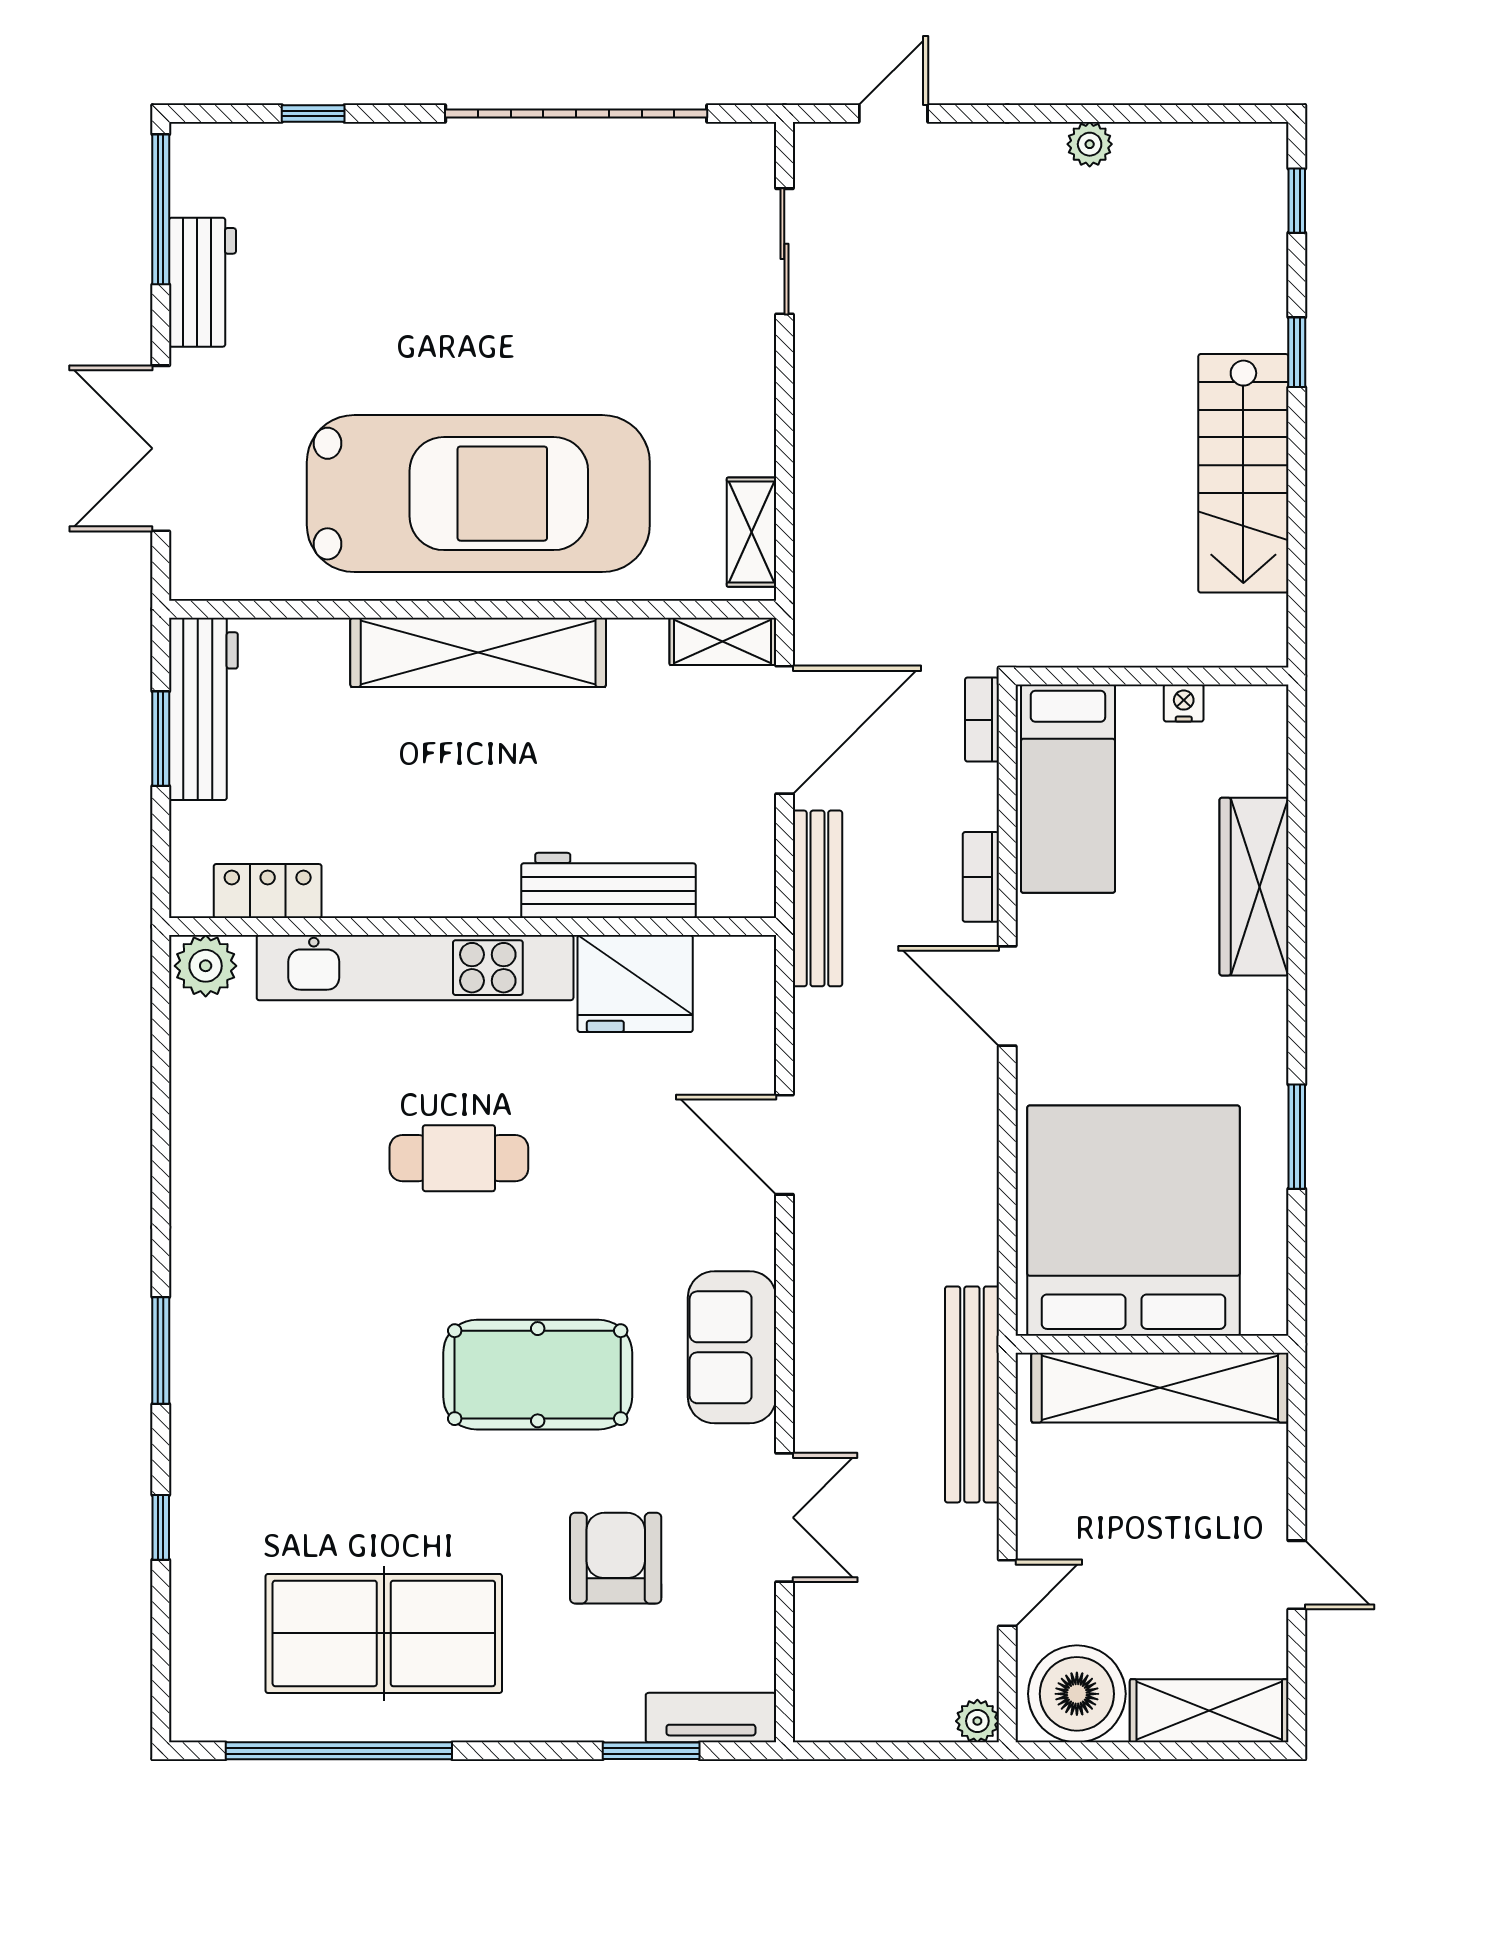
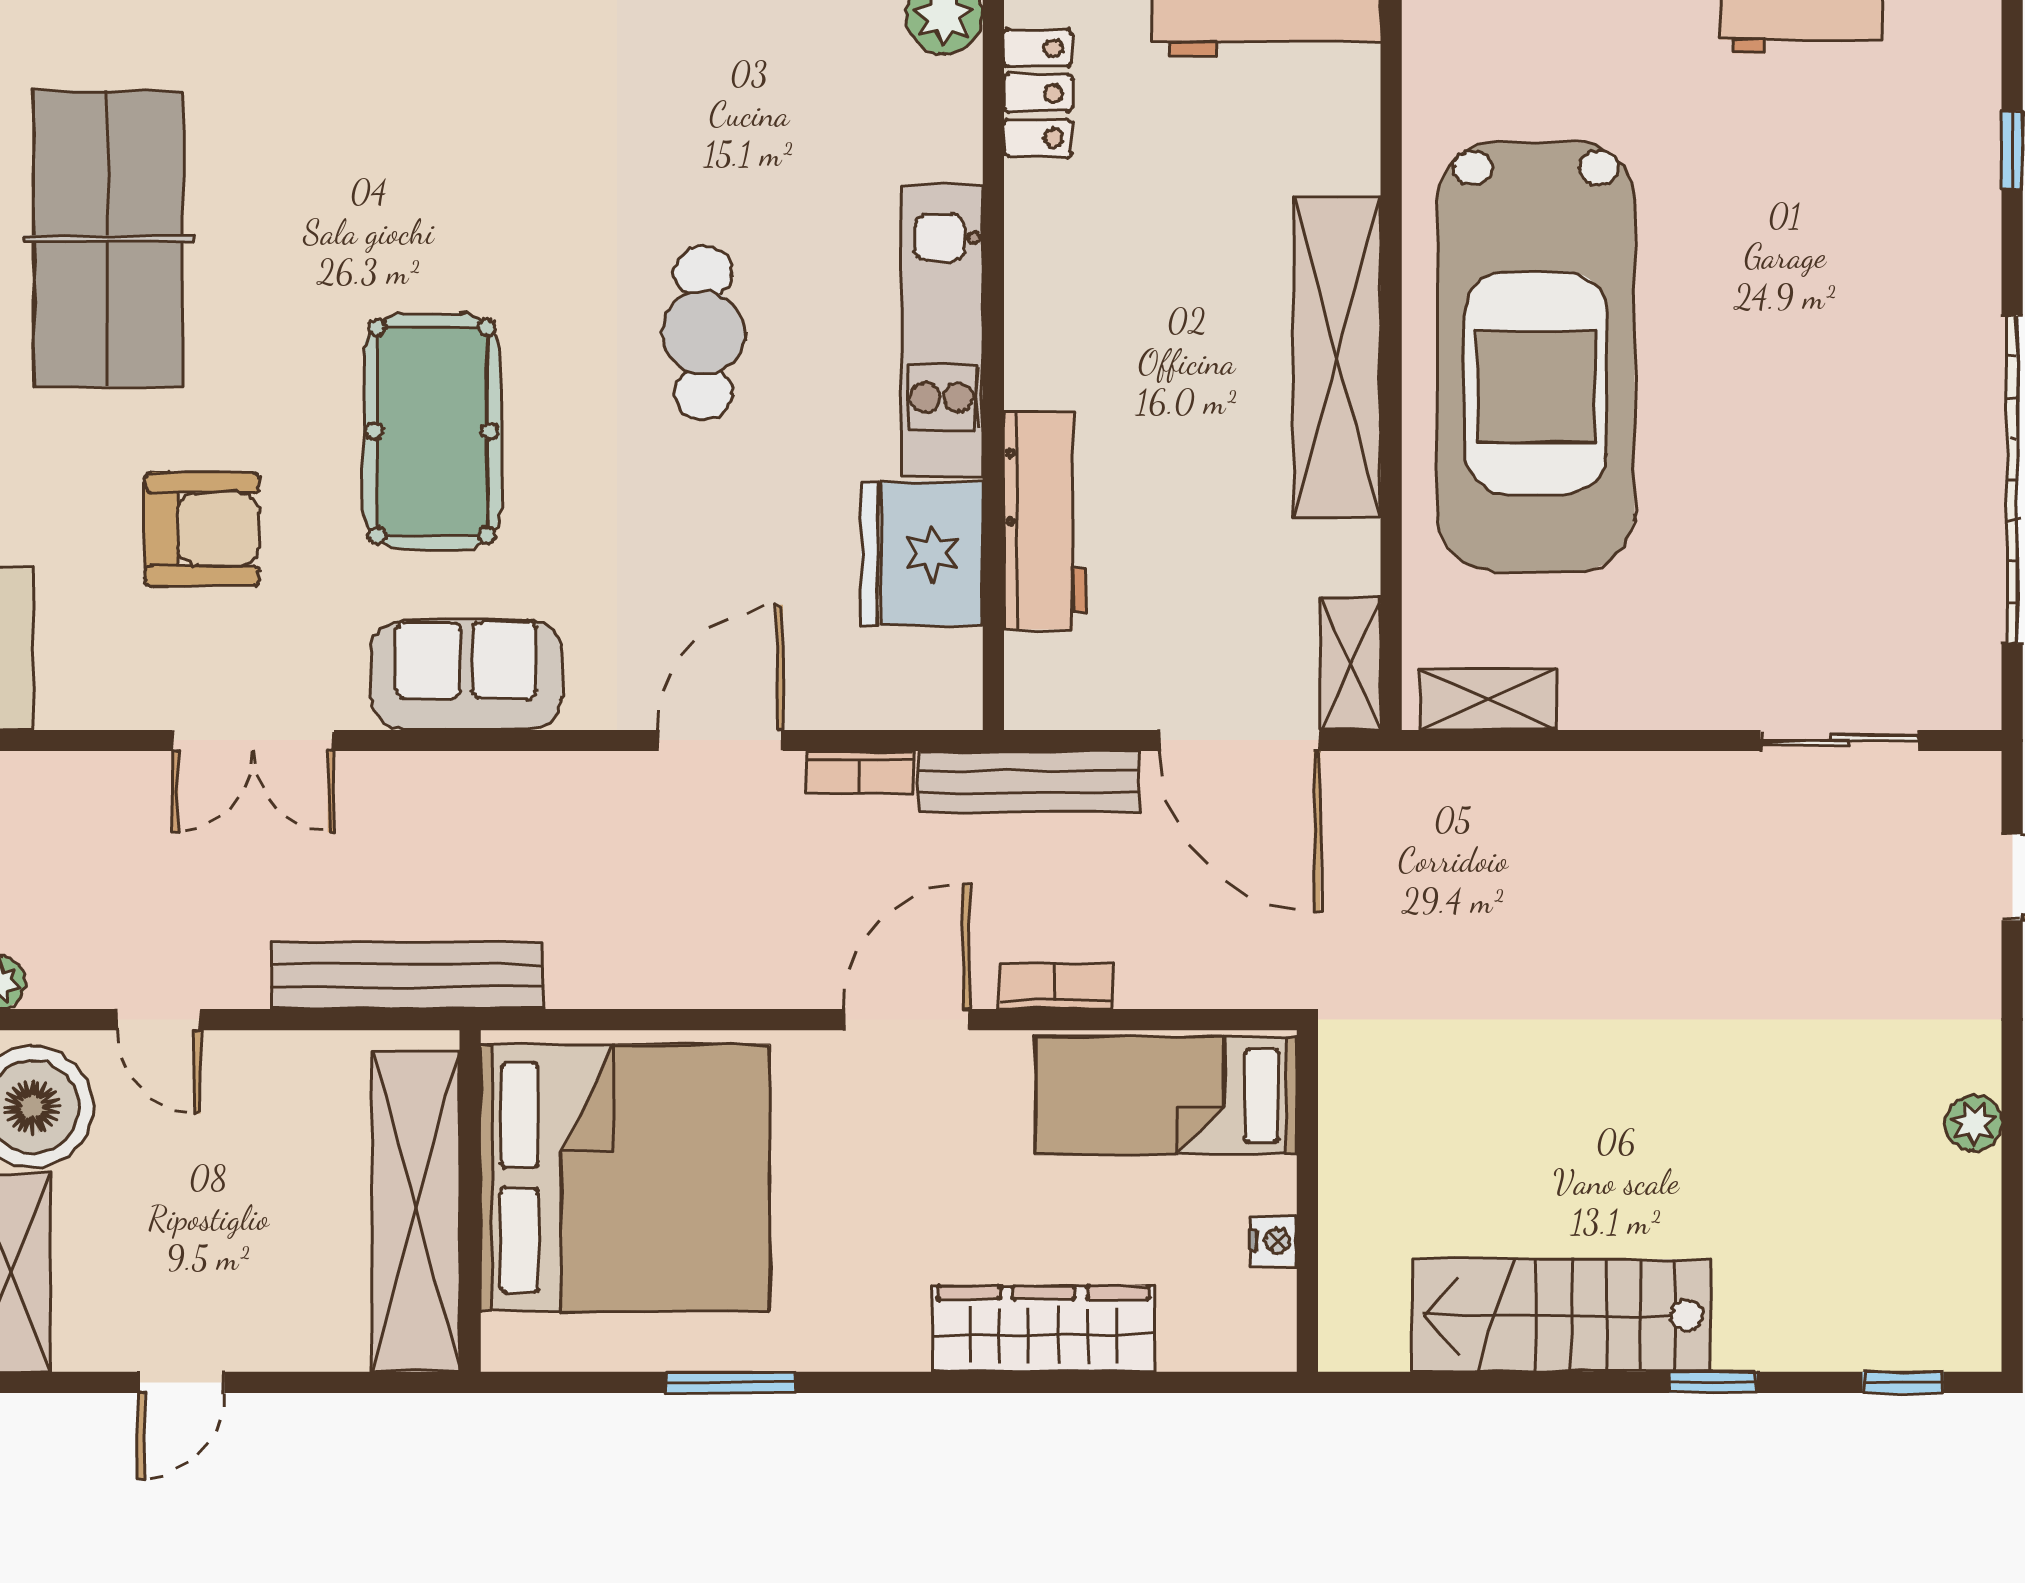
bookcase: (982, 720) -> (860, 772), moved, turned 180
kitchen unit: (415, 968) -> (942, 331), width x0.73

